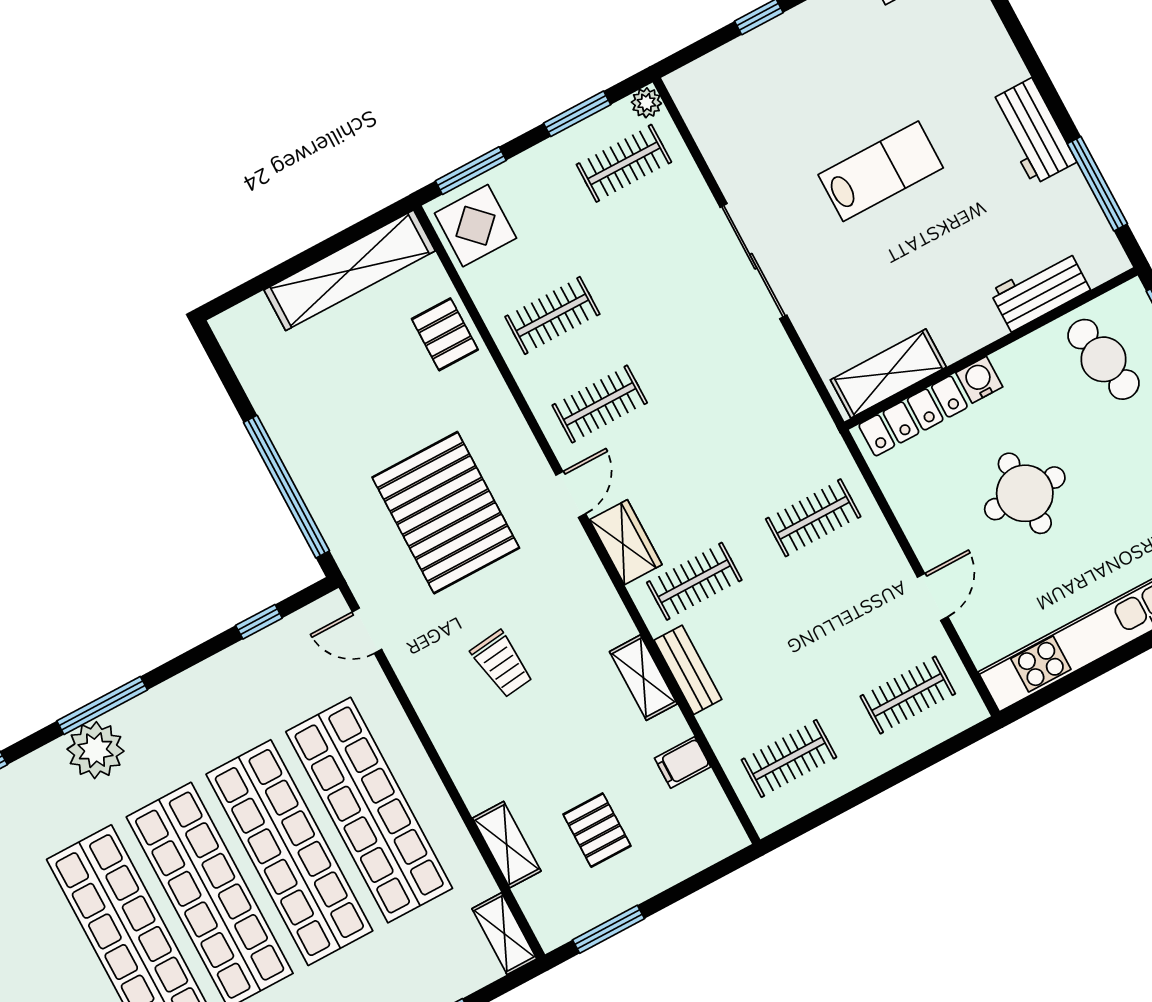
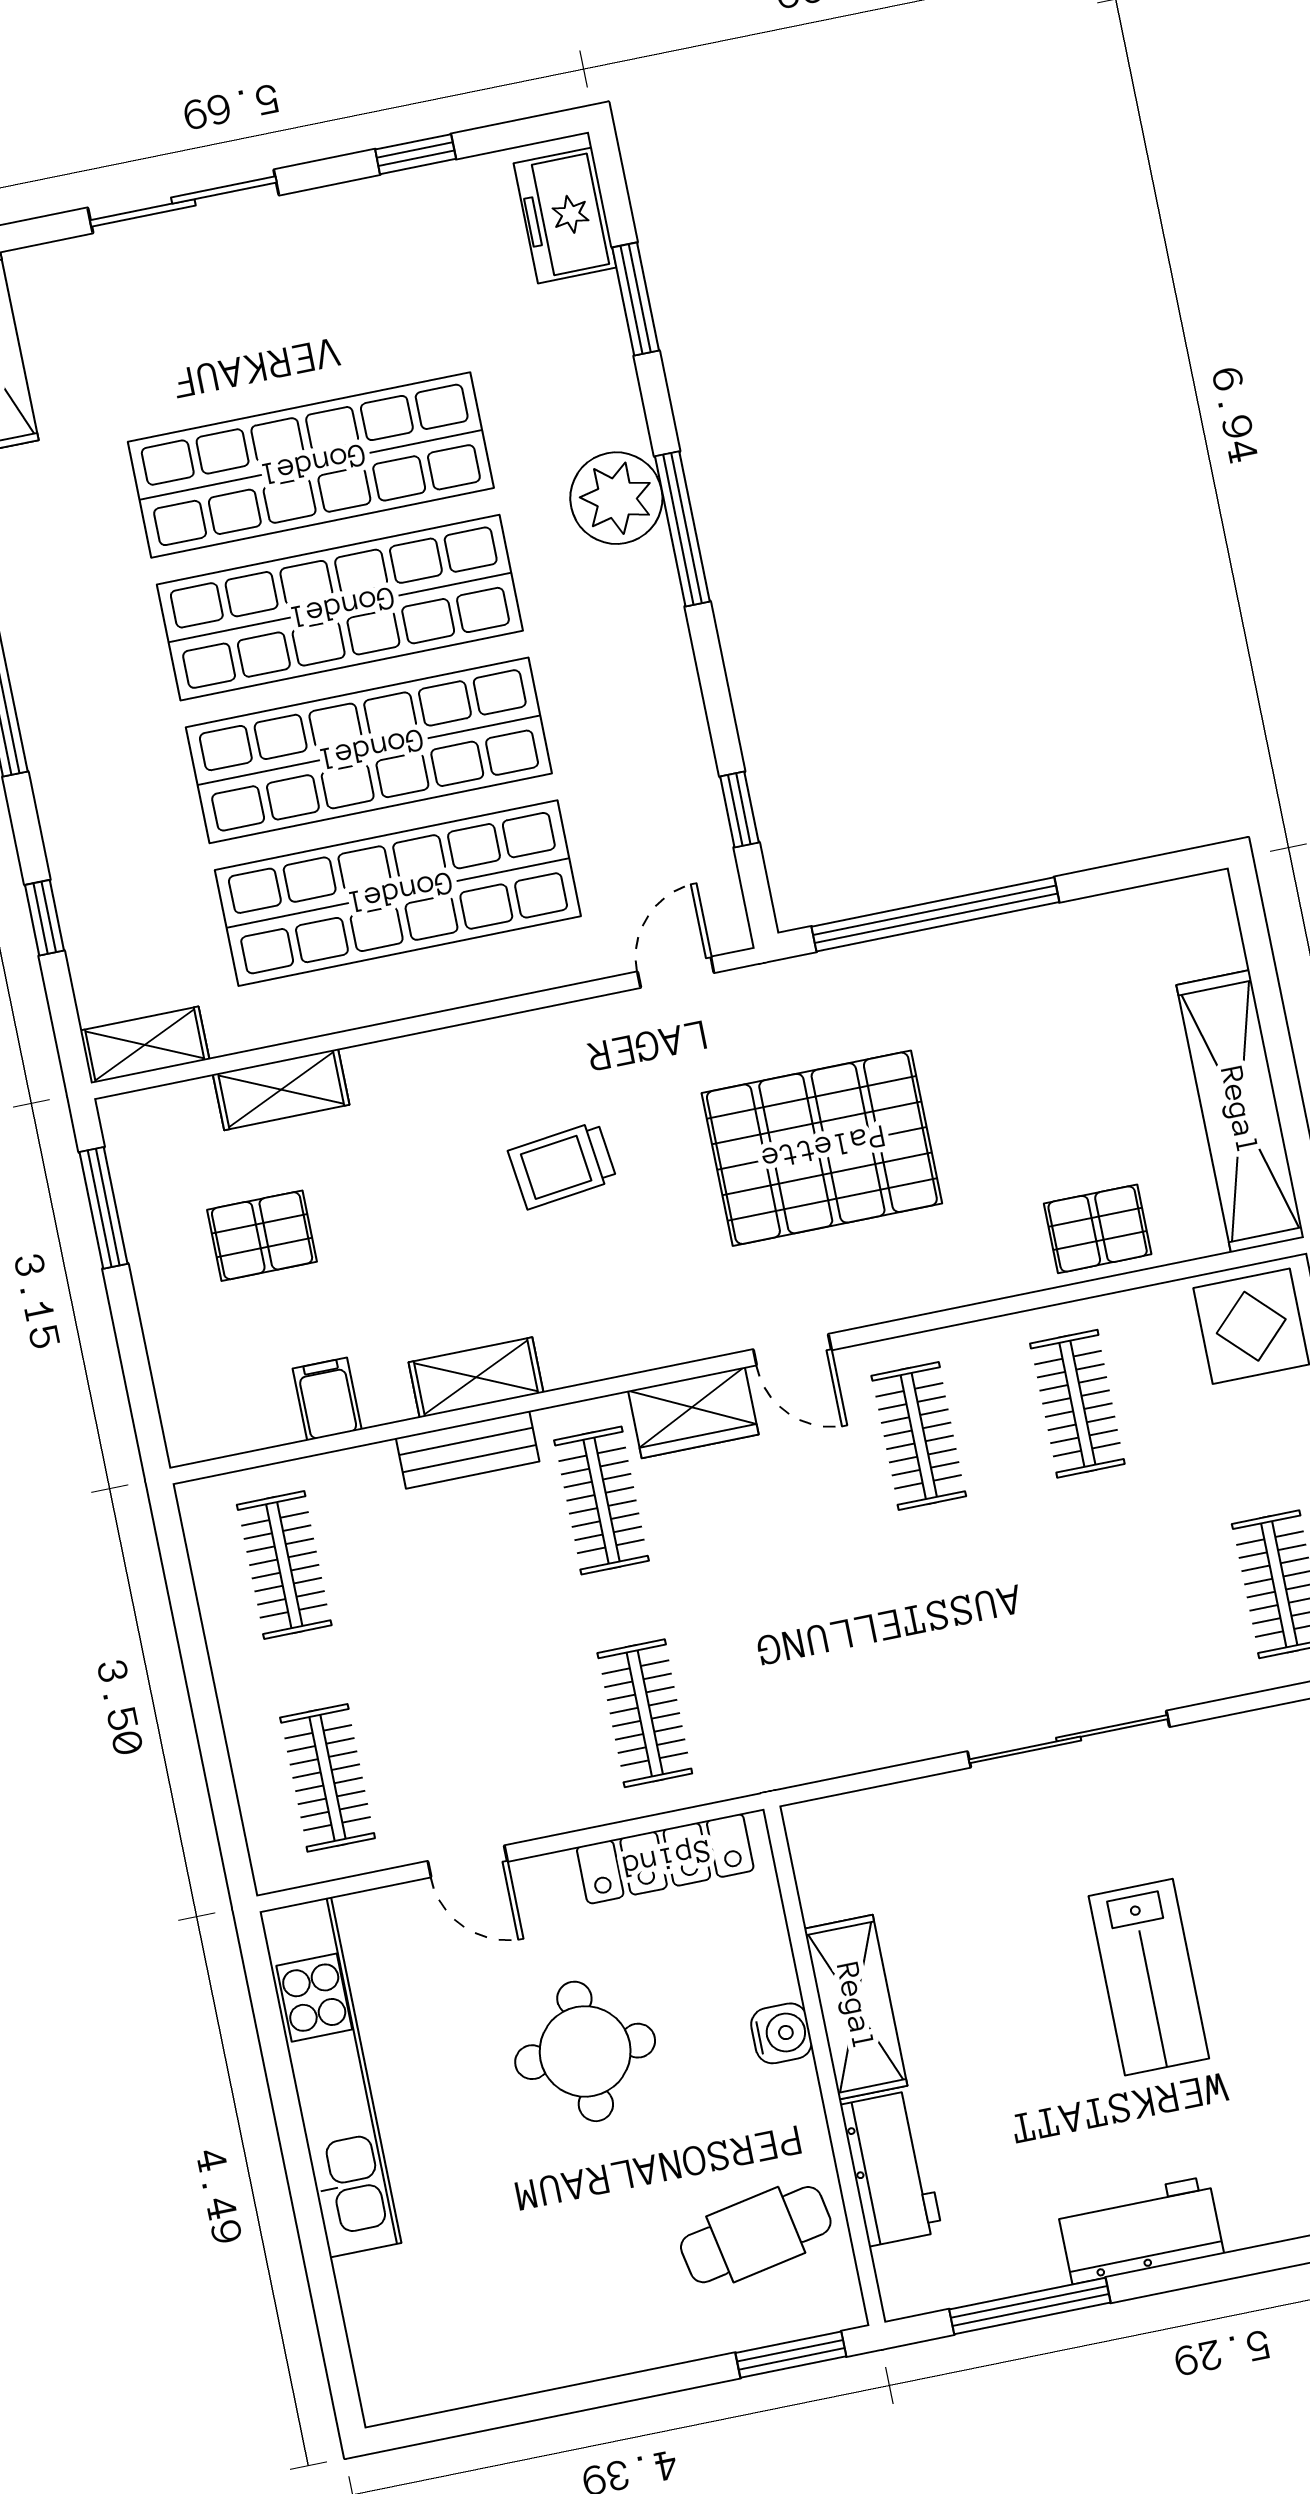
shelving: (888, 373) -> (856, 2007), moved
locker: (913, 416) -> (665, 1859), moved, turned -90

